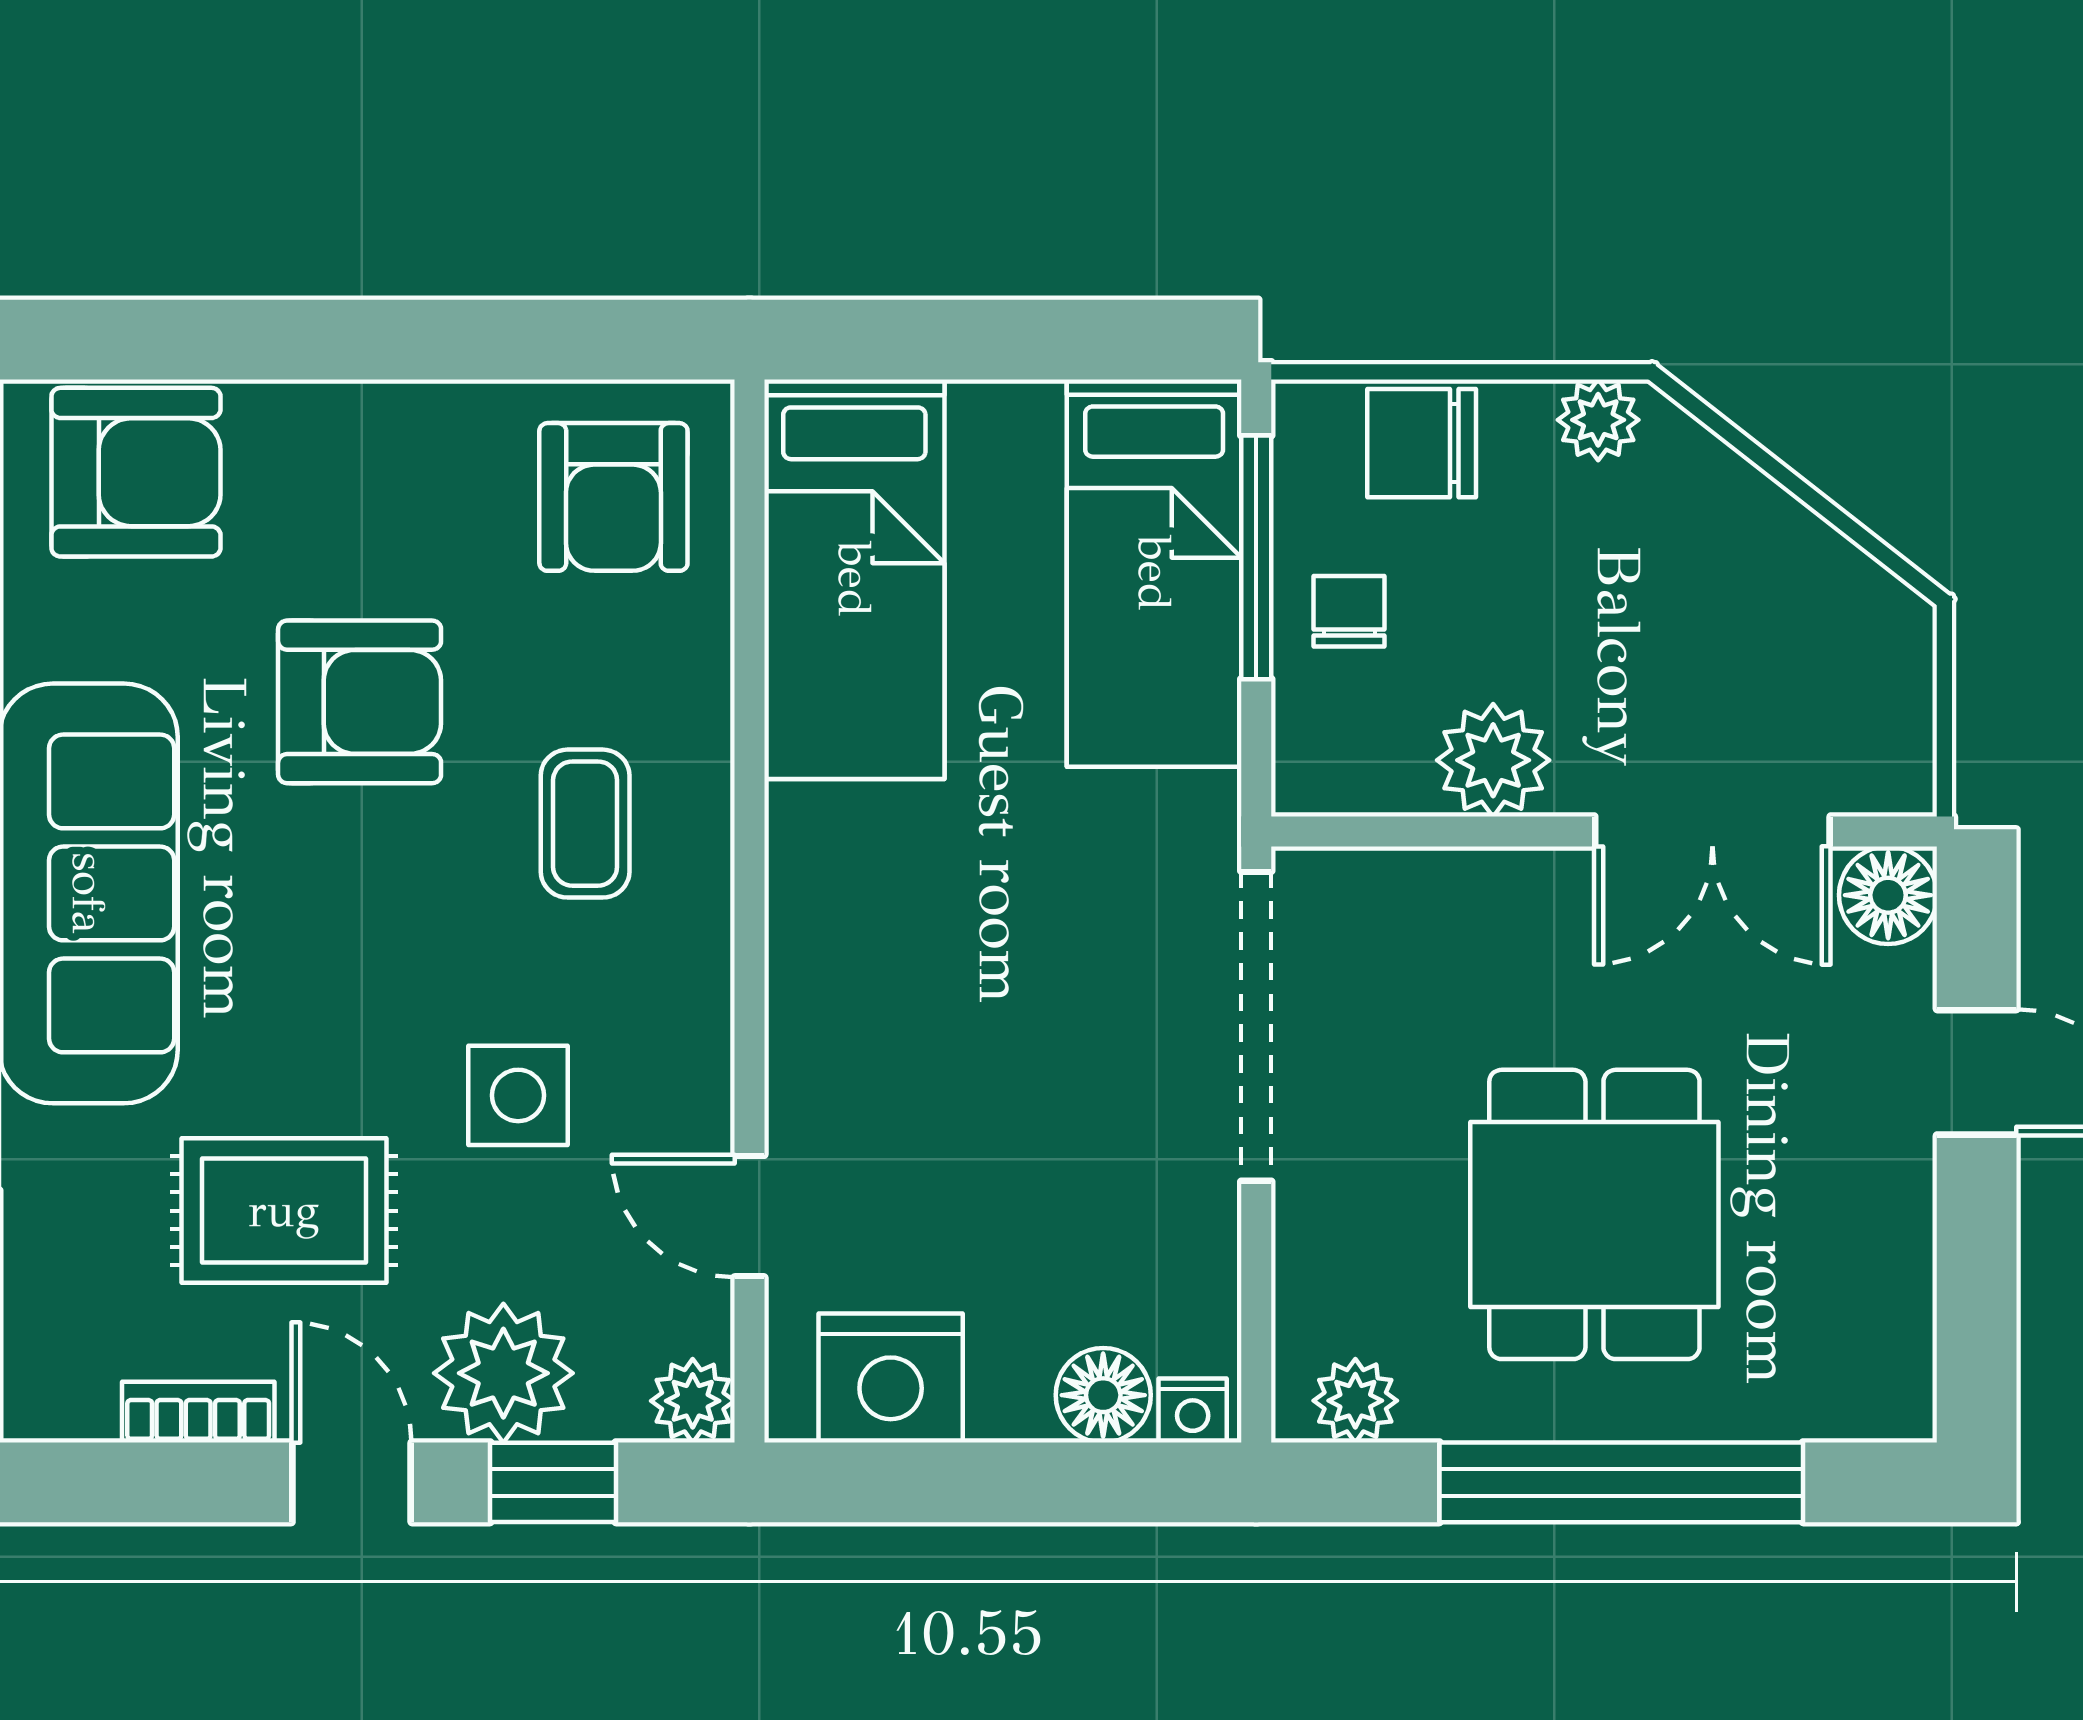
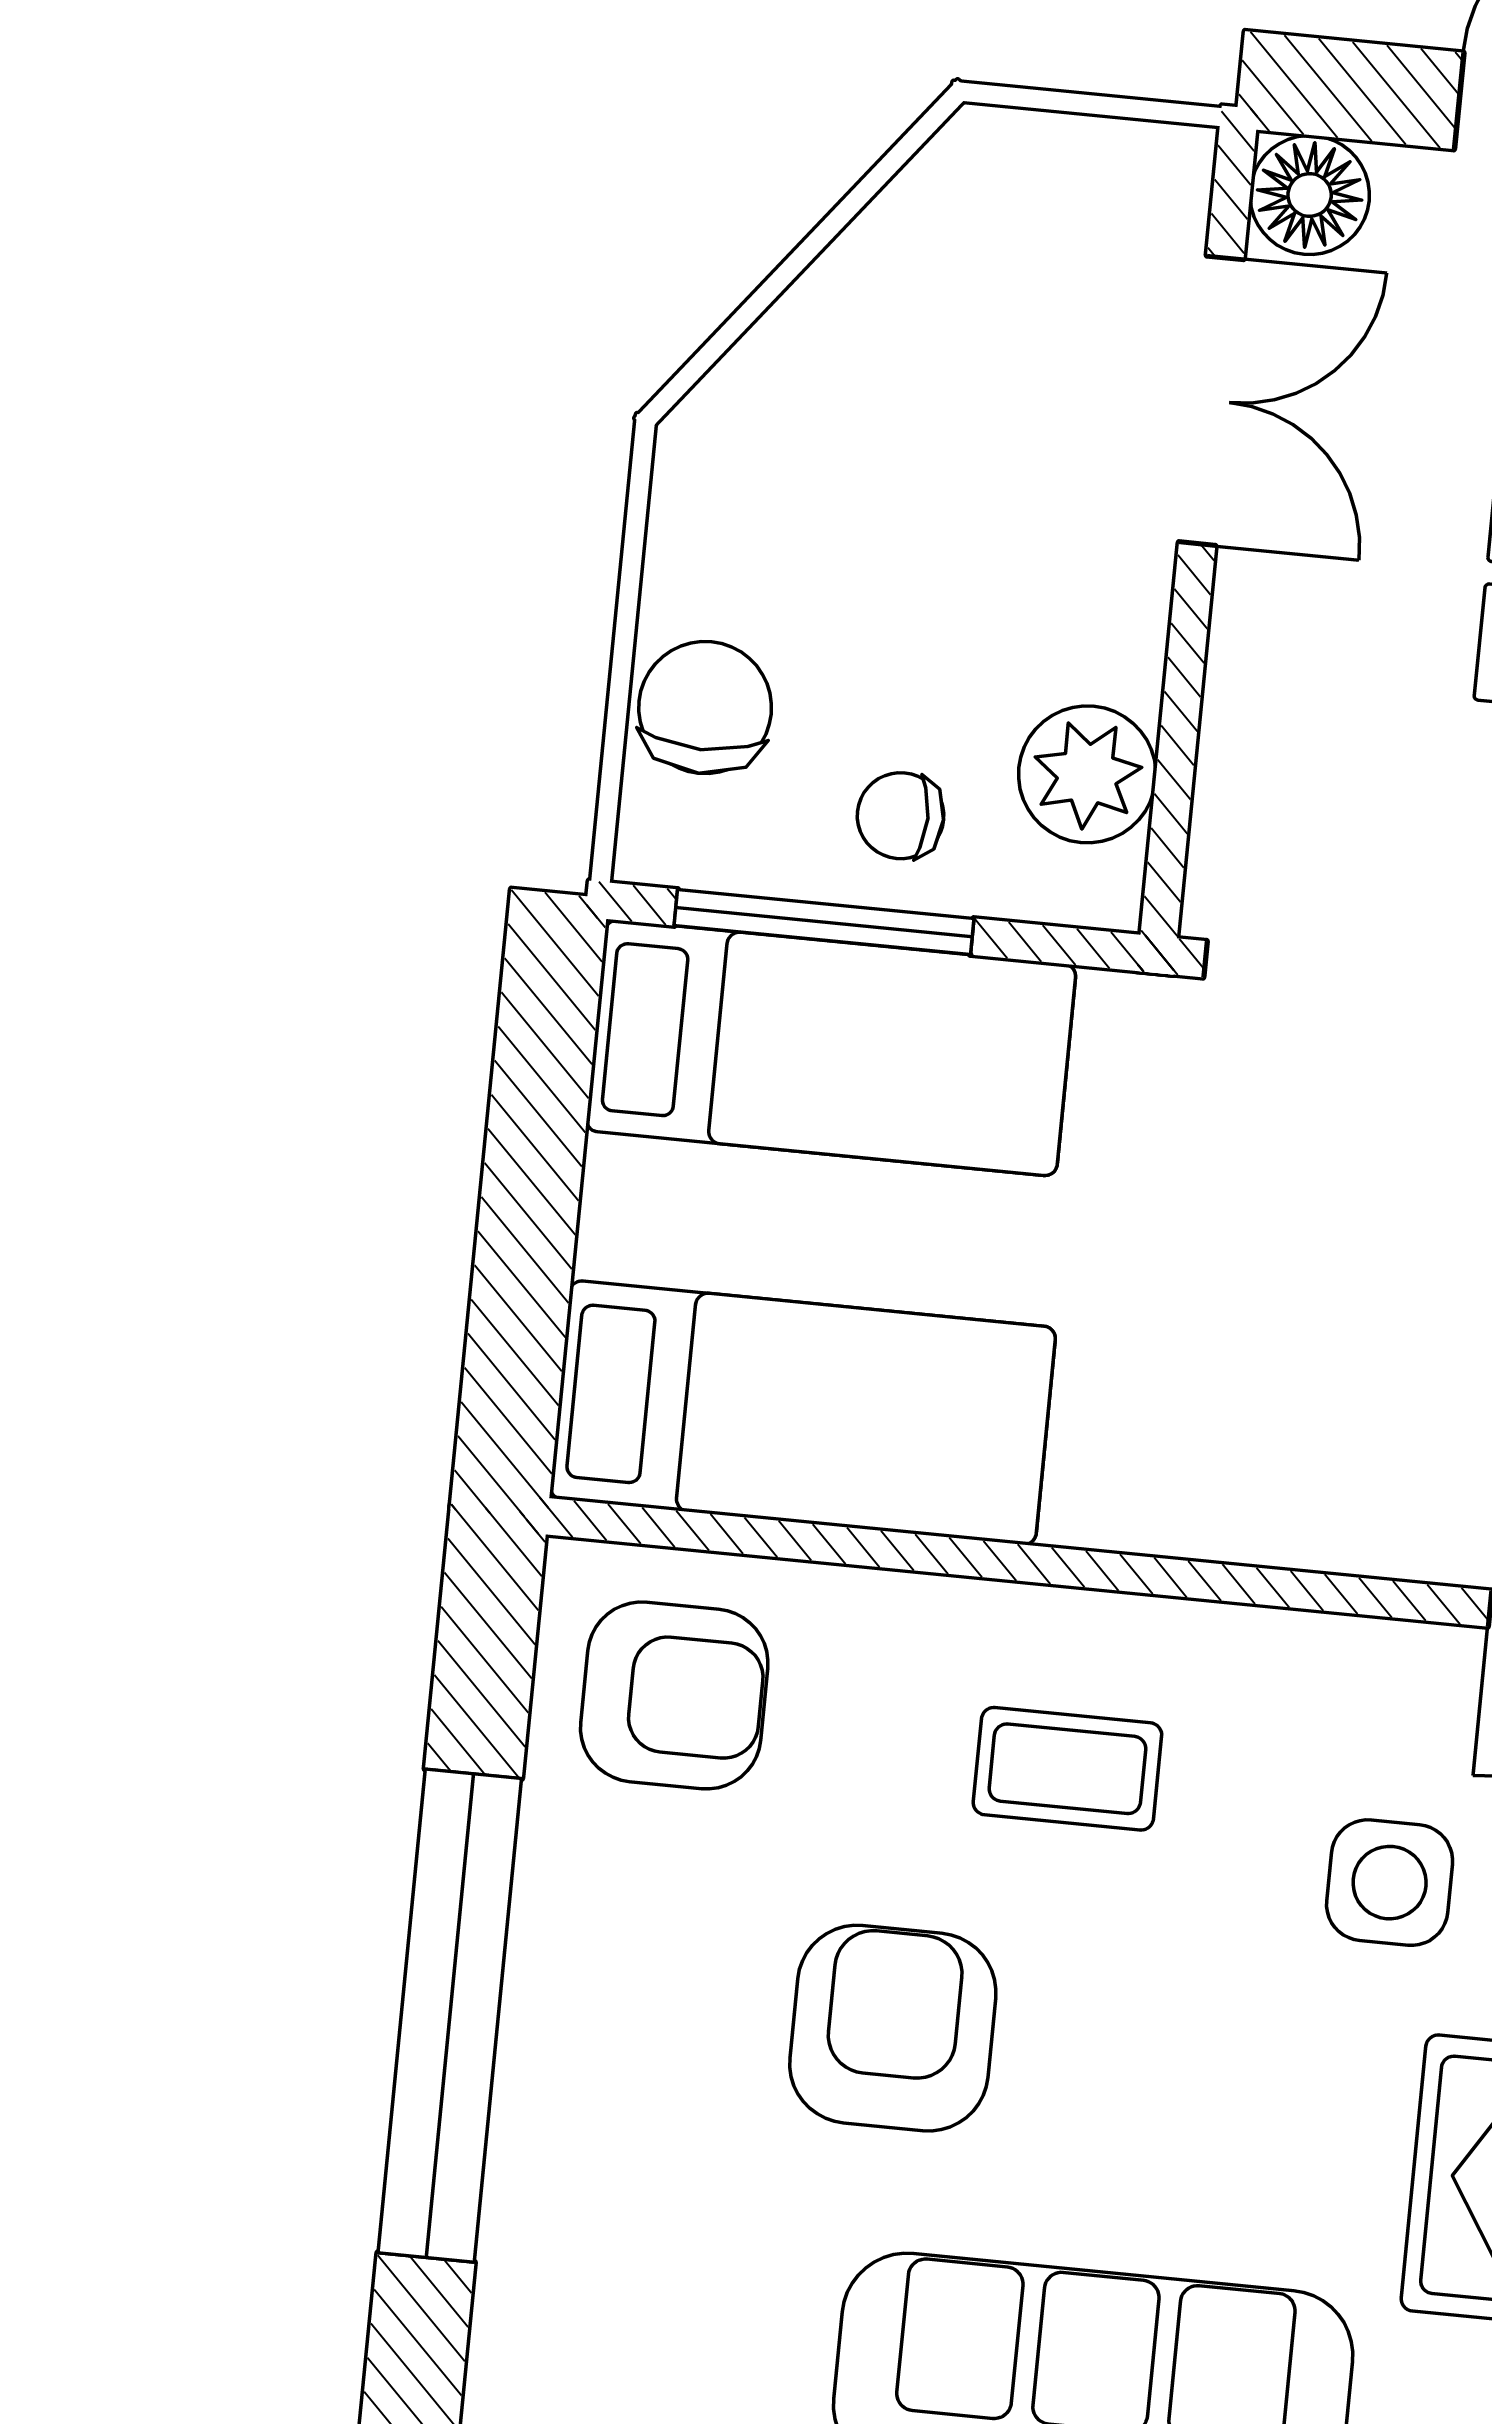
window: (334, 340) -> (450, 2016), added
plant: (1598, 420) -> (698, 490), removed
chair: (1422, 443) -> (705, 708), turned 180
armchair: (136, 472) -> (587, 2272), removed
plant: (1493, 760) -> (1087, 774), moved

